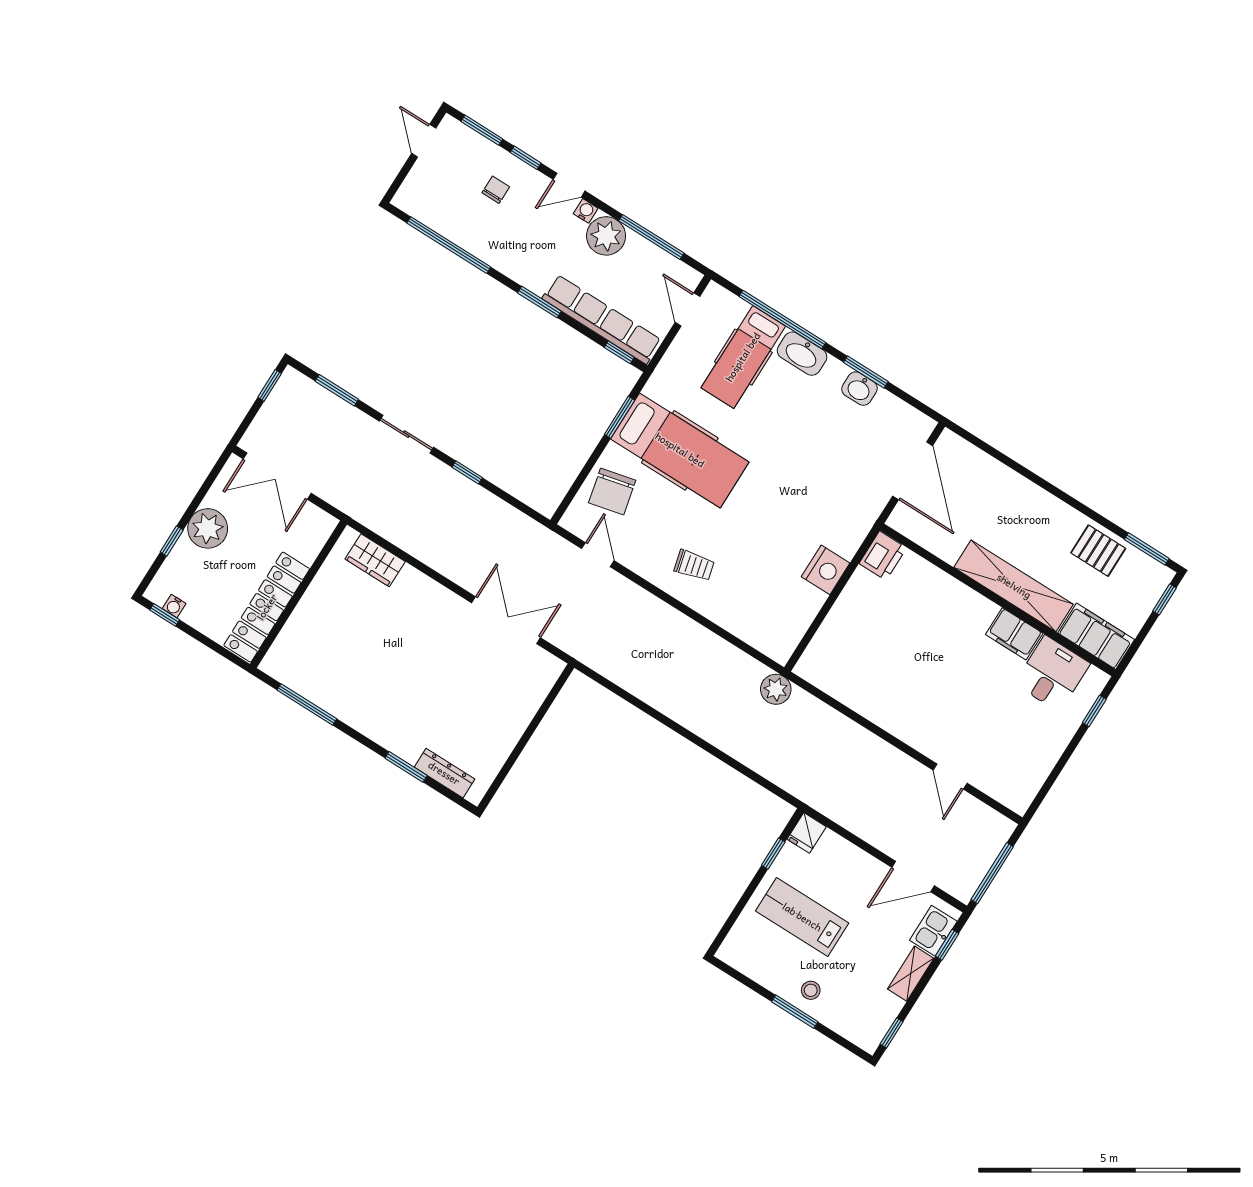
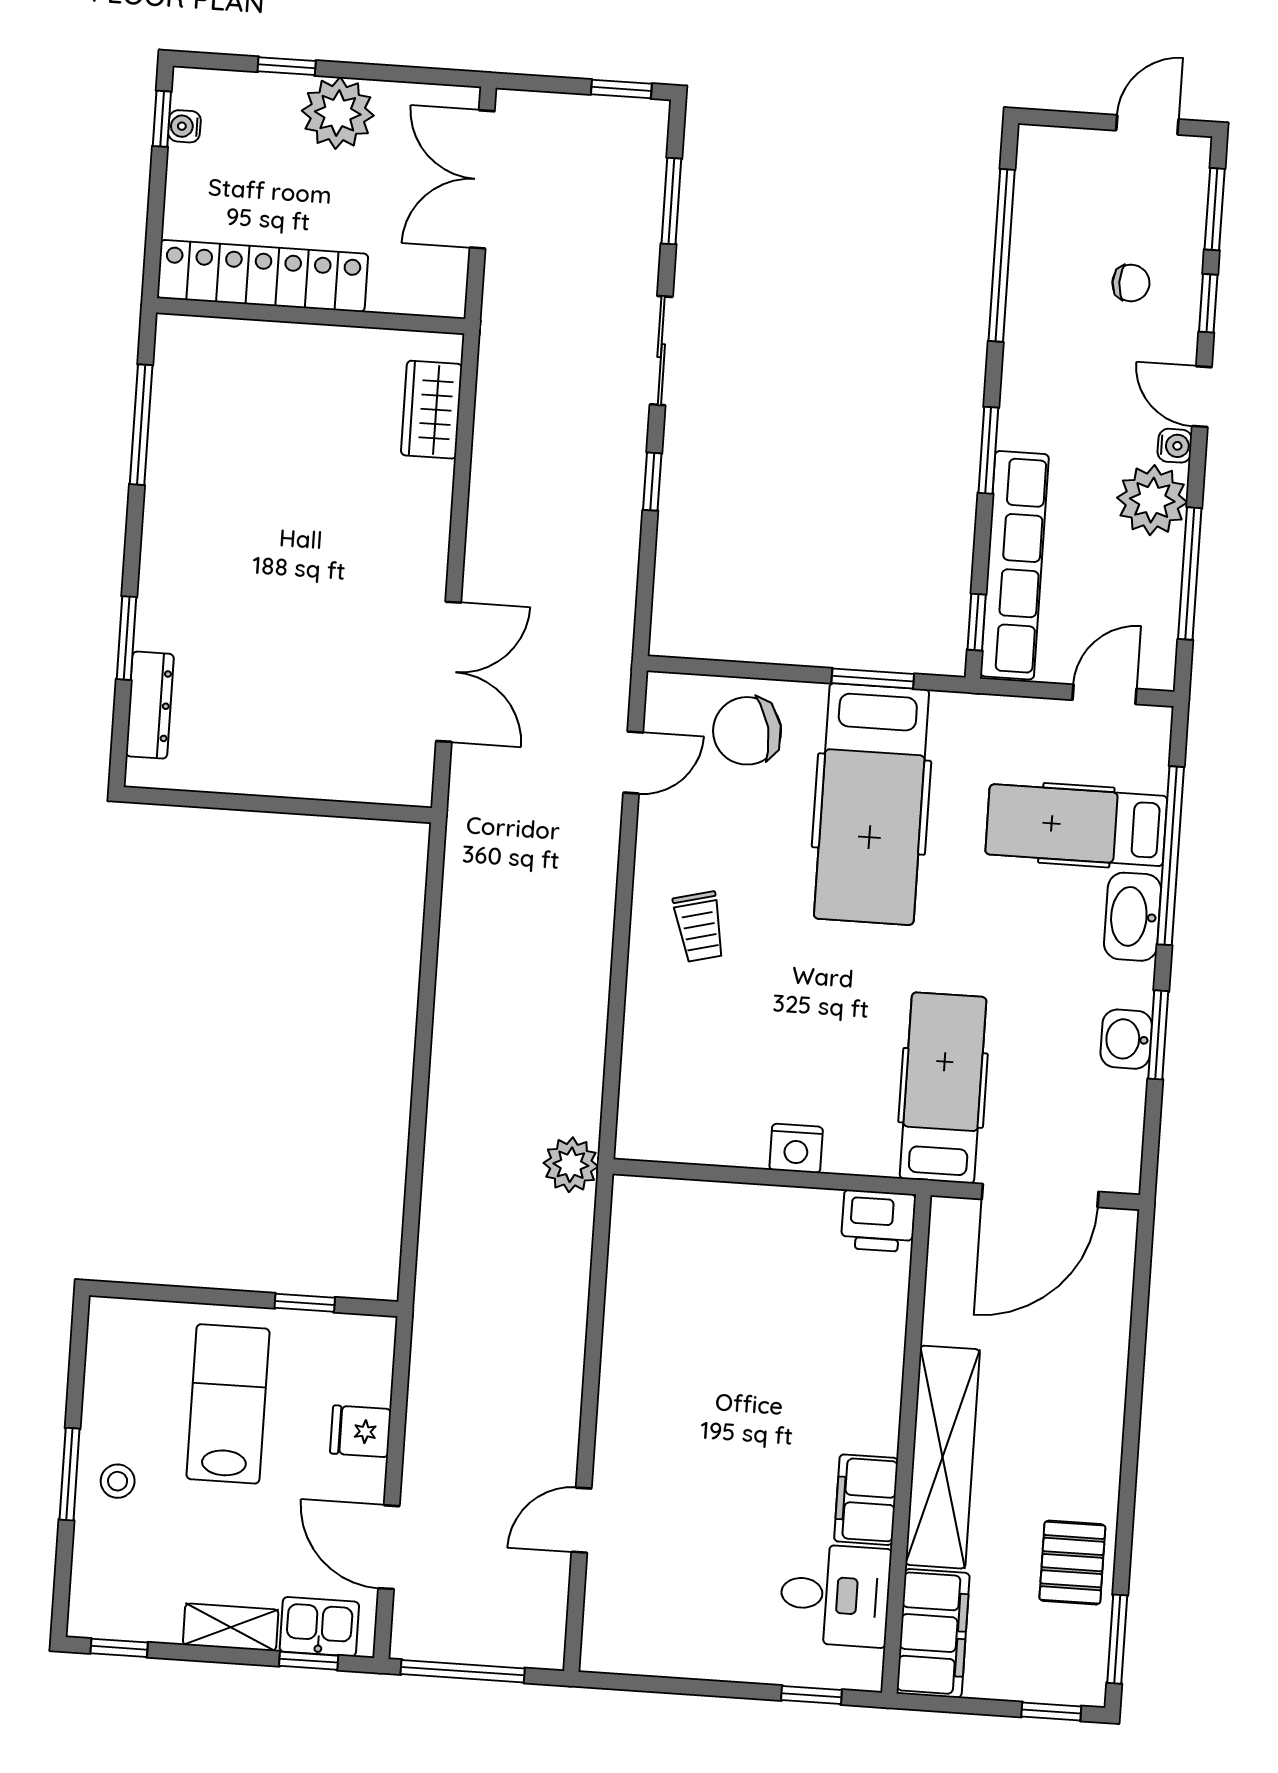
hospital bed: (835, 490) -> (943, 1088), added
nightstand: (826, 570) -> (796, 1148), width x0.74, depth x0.75
fridge: (807, 833) -> (361, 1431), moved

